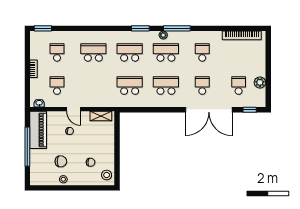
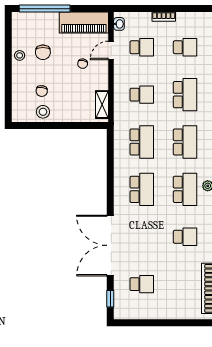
plant: (260, 82) -> (146, 312), removed
school desk: (202, 86) -> (142, 95), moved
door: (74, 109) -> (111, 50), moved
window: (27, 147) -> (45, 9), moved
stool: (107, 175) -> (43, 112), moved

